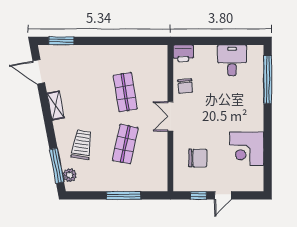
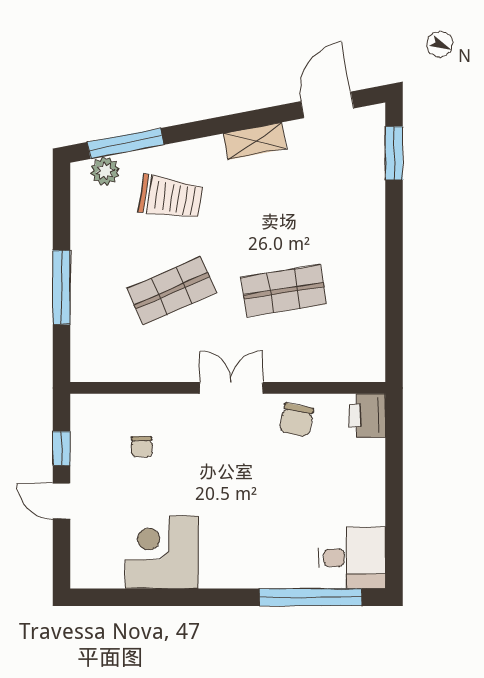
desk: (232, 60) -> (352, 558), moved
chair: (185, 86) -> (297, 420), turned -74
shop shelf: (125, 144) -> (172, 291), turned -36
chair: (198, 158) -> (142, 447), width x0.54, depth x0.54

